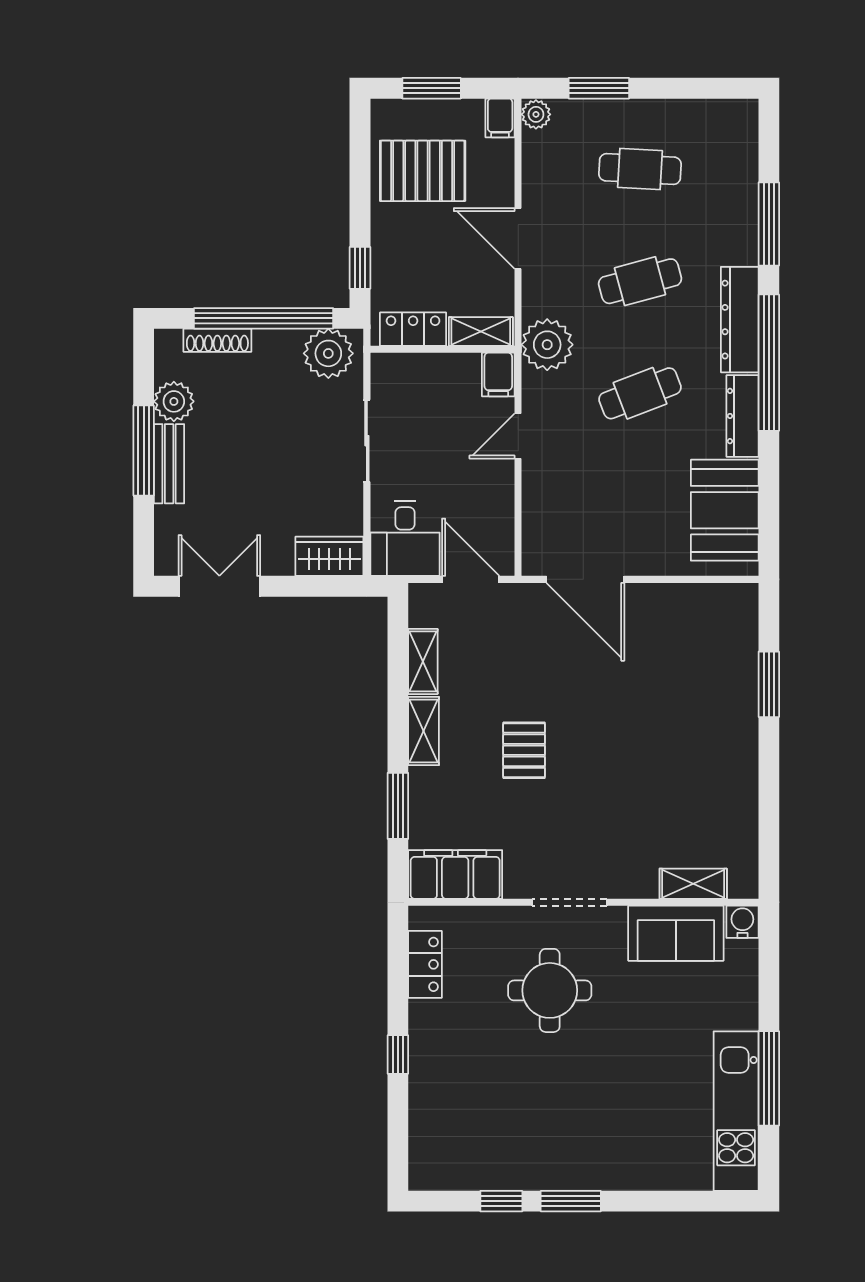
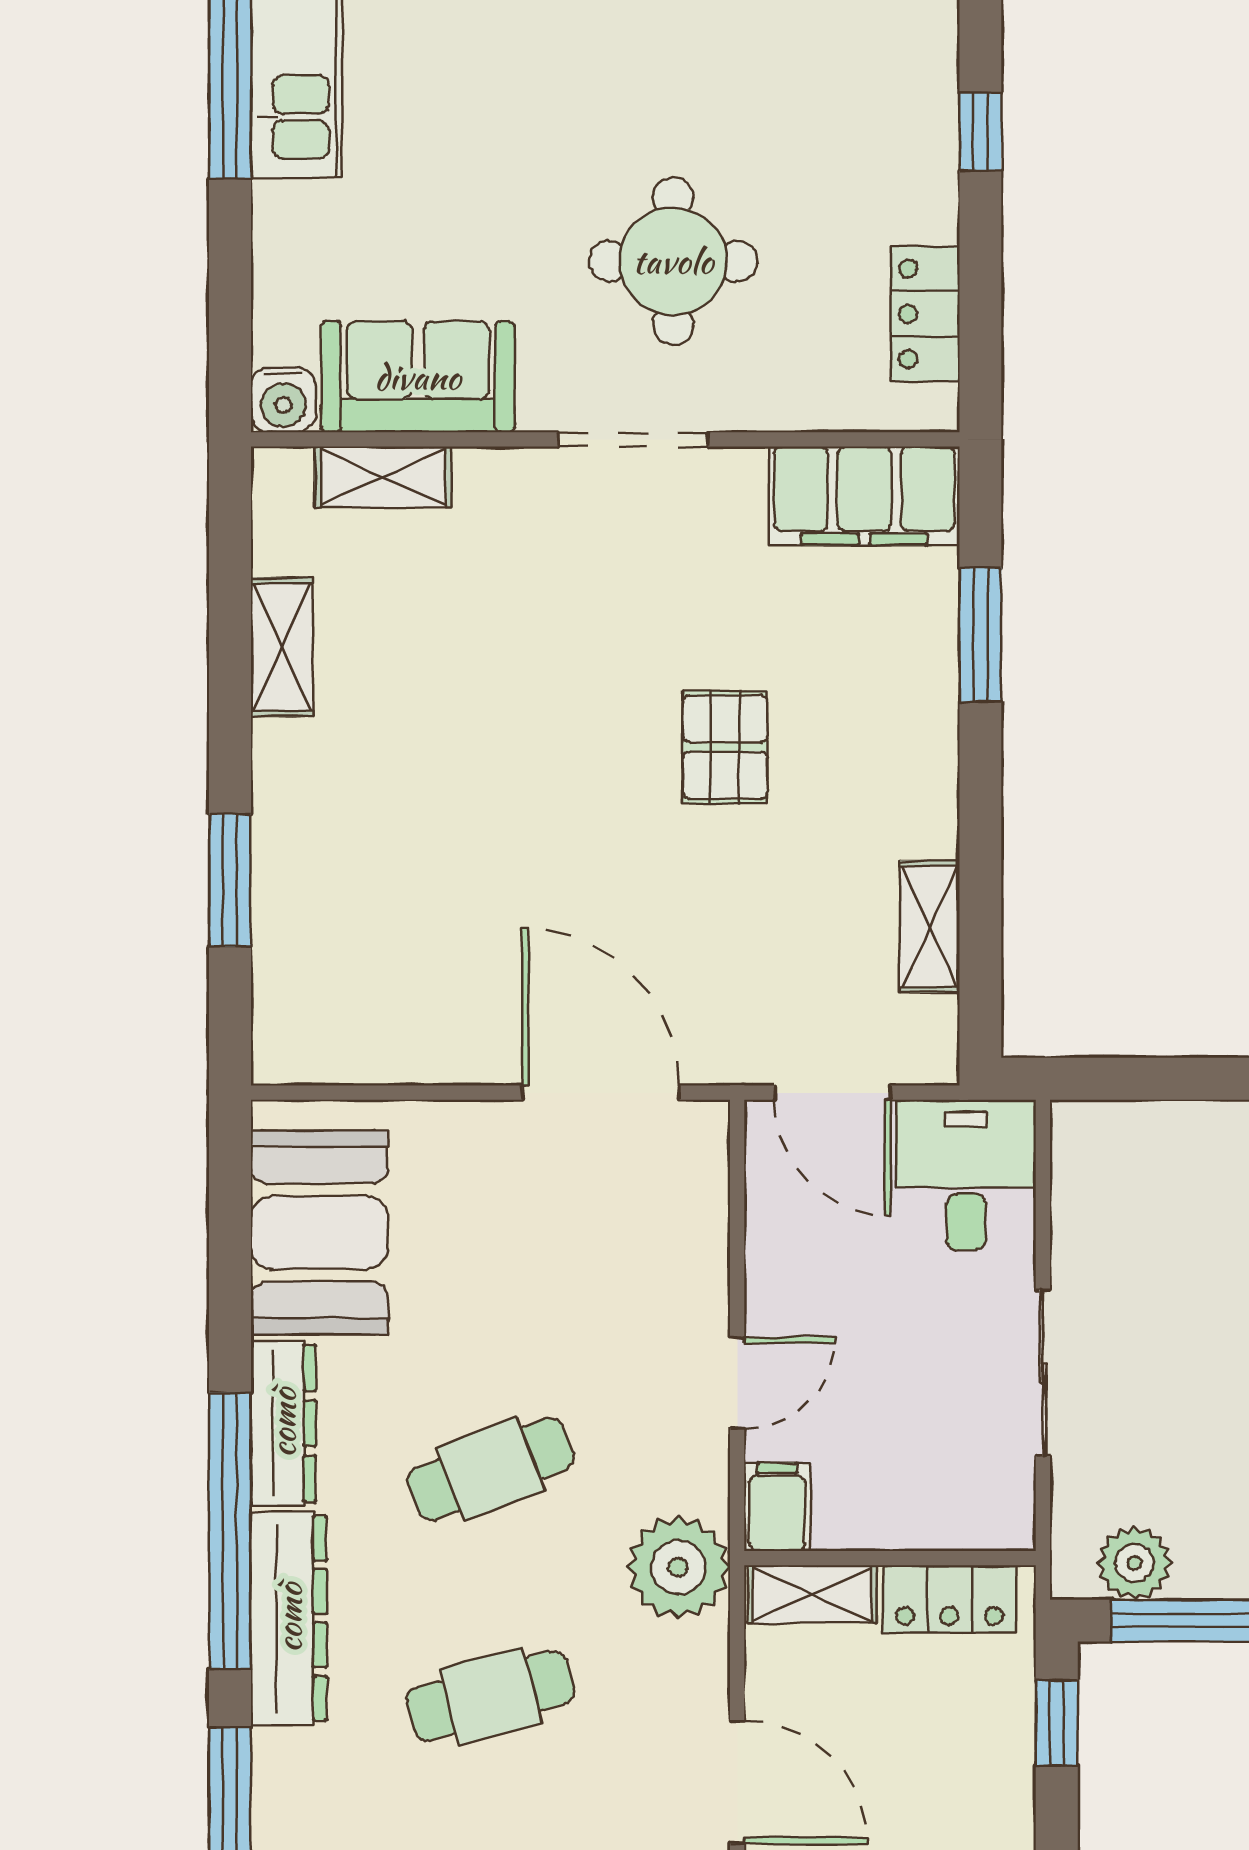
plant: (328, 353) -> (1134, 1563), width x0.73, depth x0.73
wardrobe: (329, 556) -> (1119, 1139), removed
shelving: (424, 731) -> (282, 647), moved

